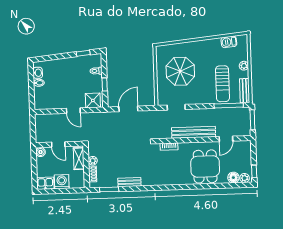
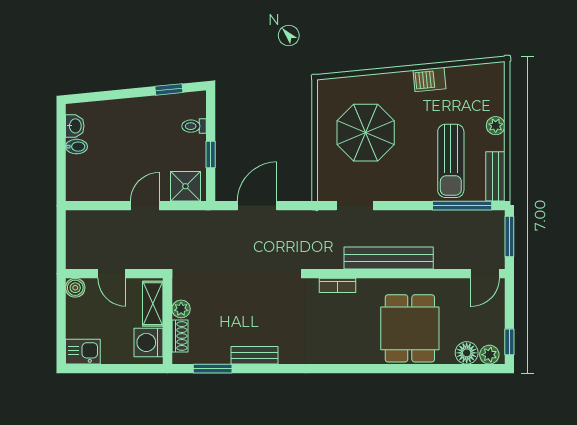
barbecue: (229, 42) -> (429, 80), moved
door: (73, 111) -> (145, 206), swing flipped
door: (226, 139) -> (485, 274), moved
washing machine: (62, 182) -> (149, 342), moved, turned -90

